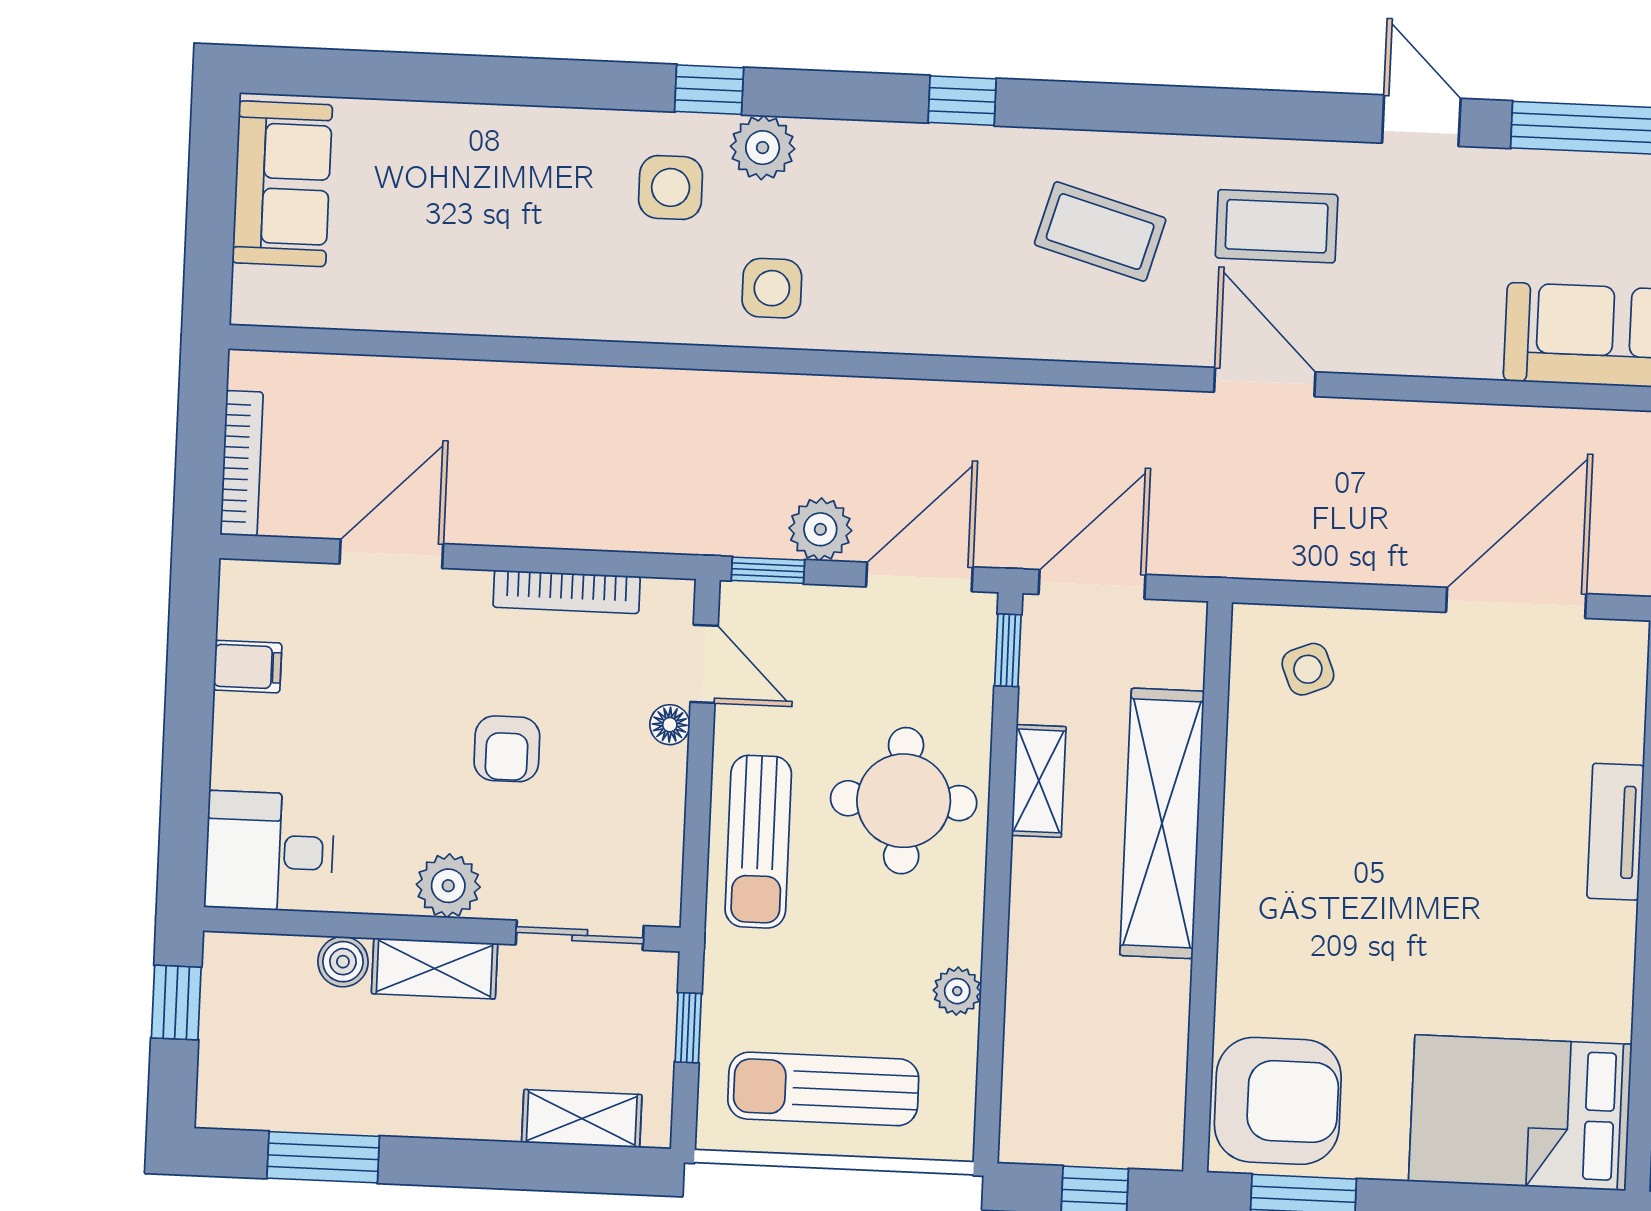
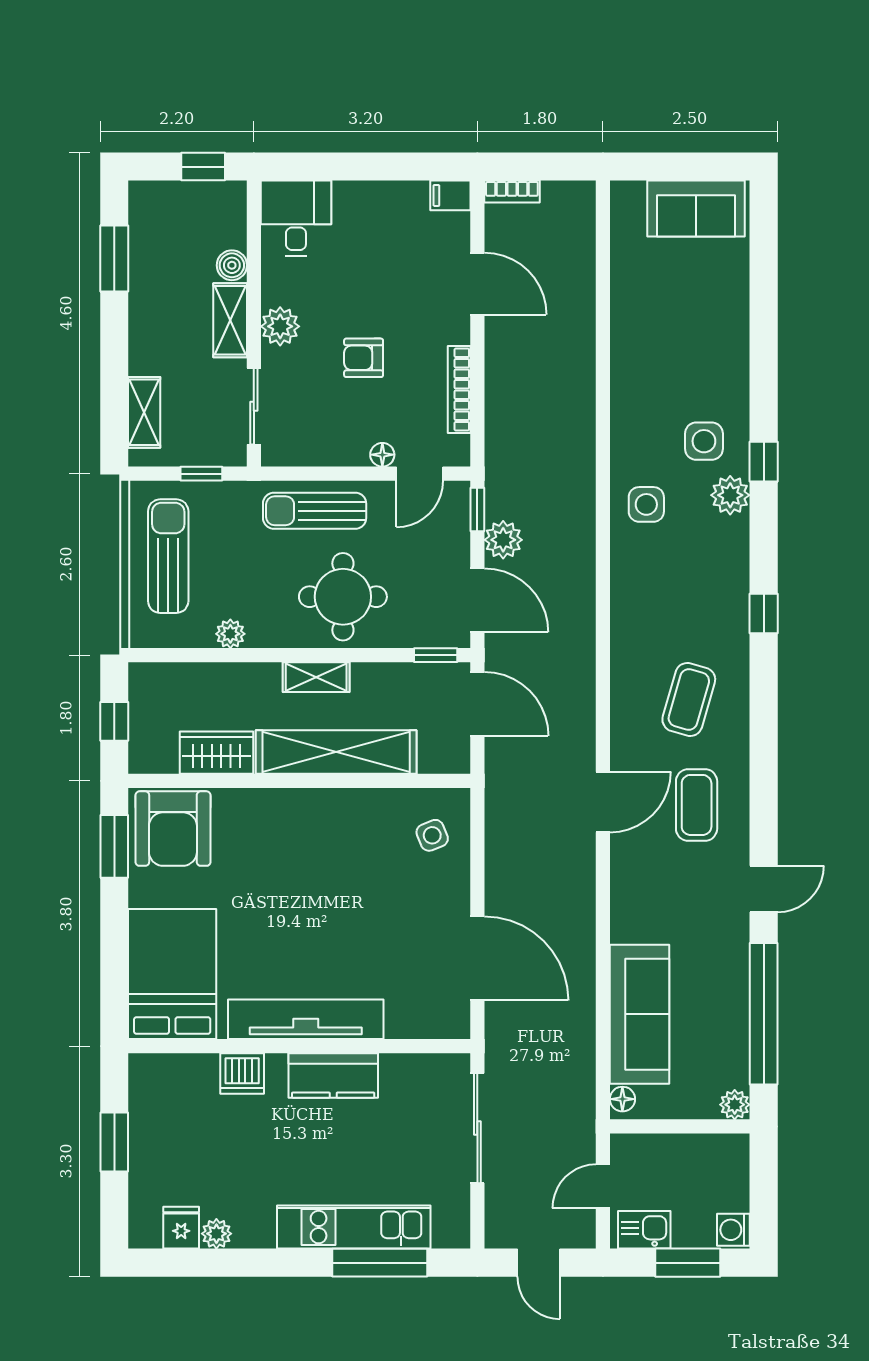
bookcase: (242, 463) -> (512, 192), width x0.64
filing cabinet: (248, 667) -> (450, 195), moved, turned 90
shelving: (1039, 781) -> (316, 677), moved
tv unit: (1616, 832) -> (306, 1019), width x1.92, depth x1.29
wardrobe: (1154, 1023) -> (216, 753), added

